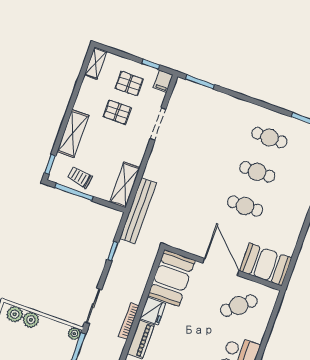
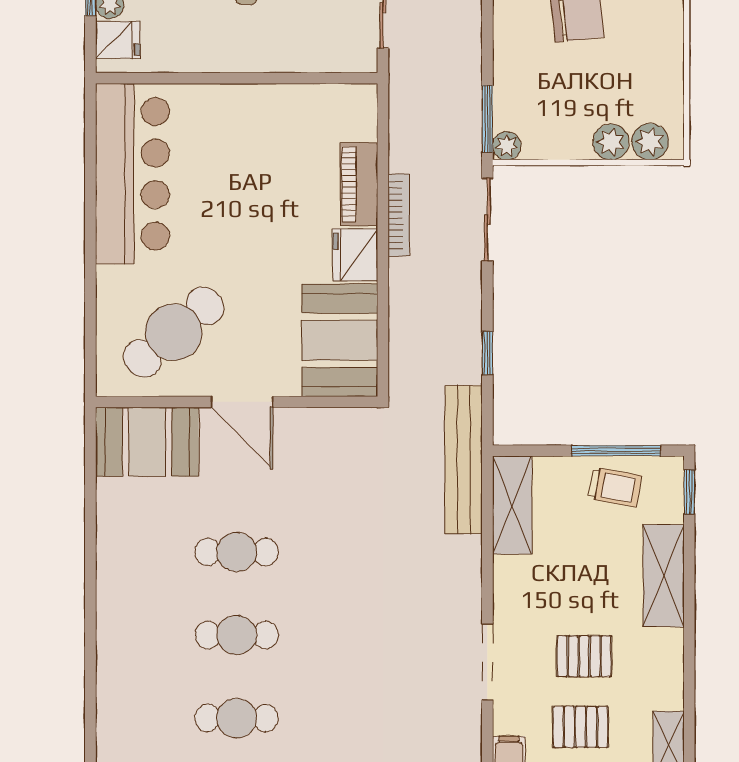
door: (221, 267) -> (242, 402), width x0.73
cafe table: (239, 306) -> (174, 332), width x1.37, depth x1.35

